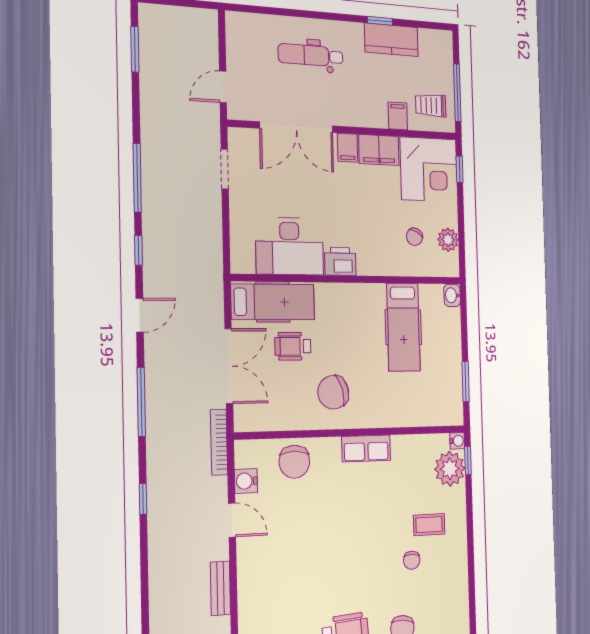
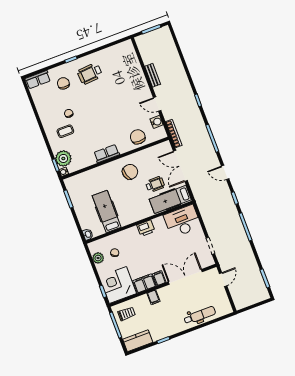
kitchen counter: (391, 40) -> (138, 341), moved
dental chair: (311, 55) -> (200, 315), moved
filing cabinet: (398, 116) -> (153, 297), moved
desk: (290, 246) -> (182, 221), moved
door: (140, 315) -> (225, 172), hinge flipped

